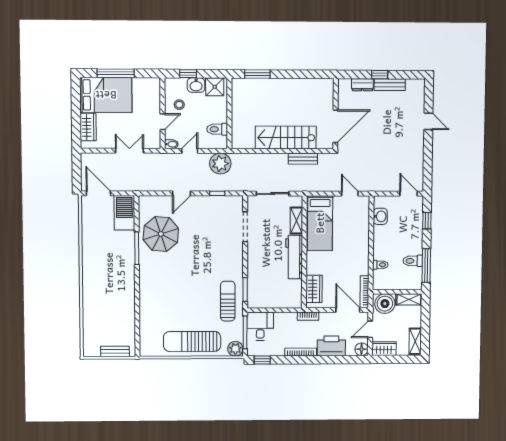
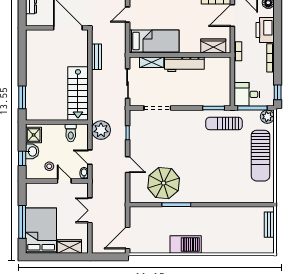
stairs: (286, 138) -> (78, 93), moved
barbecue: (124, 213) -> (186, 244), moved, turned 180

